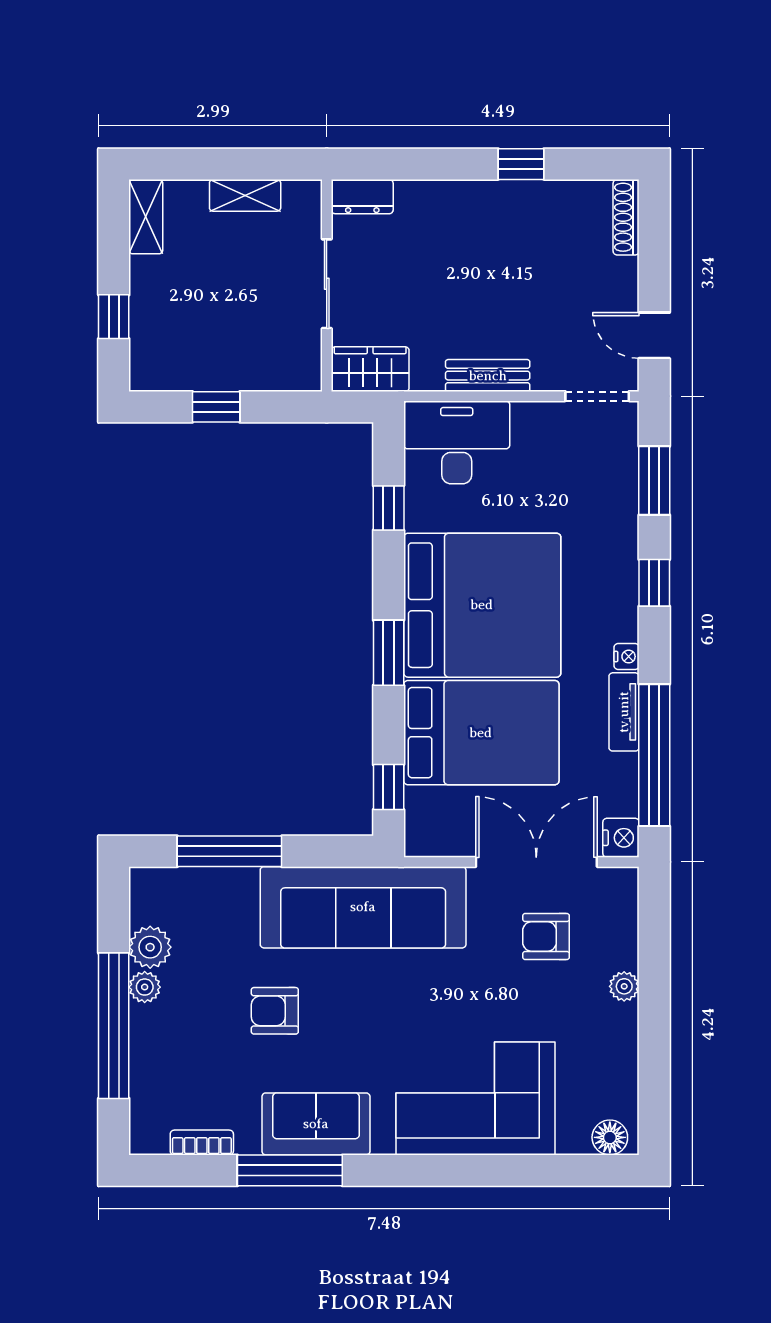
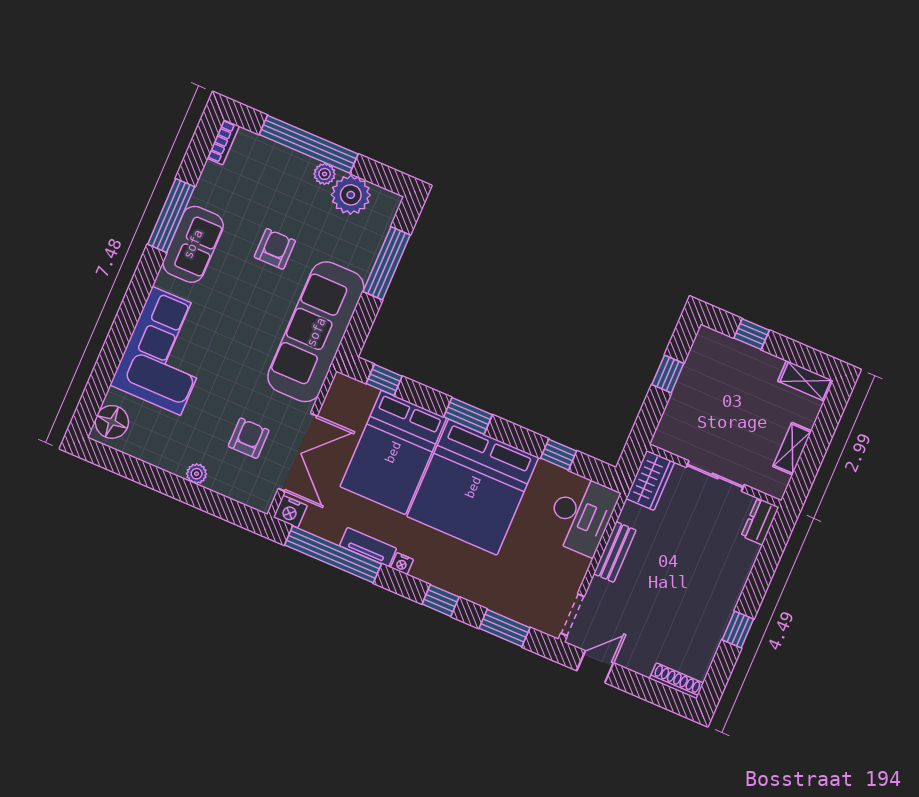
plant: (150, 947) -> (351, 195), width x1.36, depth x1.36
floor lamp: (610, 1137) -> (112, 422), width x1.38, depth x1.38
bookcase: (202, 1143) -> (223, 142), moved

